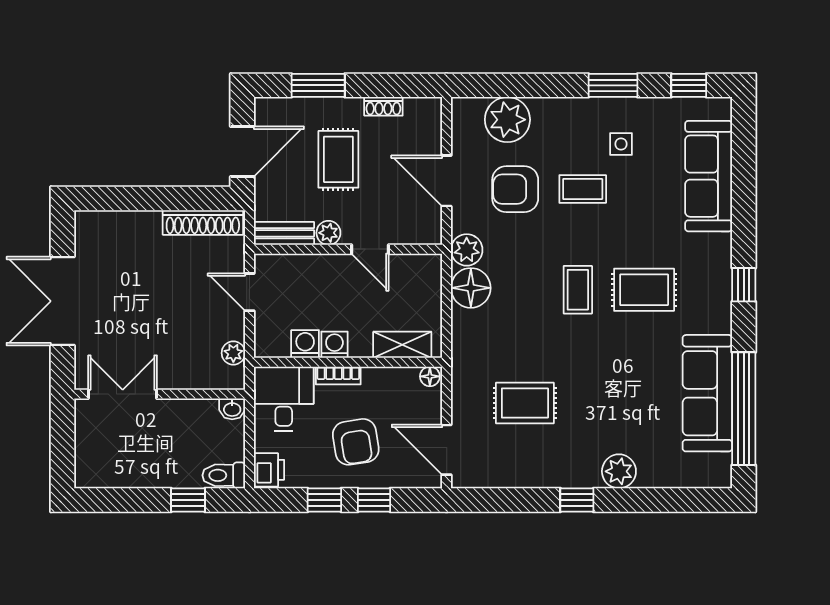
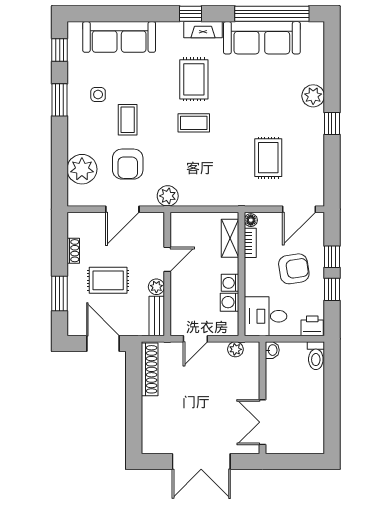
floor lamp: (471, 288) -> (193, 193), removed
fireplace: (720, 304) -> (203, 30), added
bookcase: (338, 376) -> (250, 243), moved
window: (188, 500) -> (332, 379), removed

